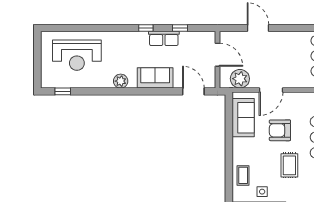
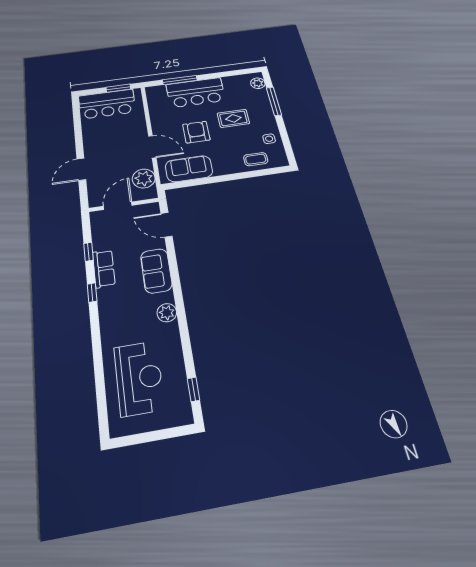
door: (193, 91) -> (167, 225), hinge flipped
armchair: (280, 130) -> (196, 132), turned 180

